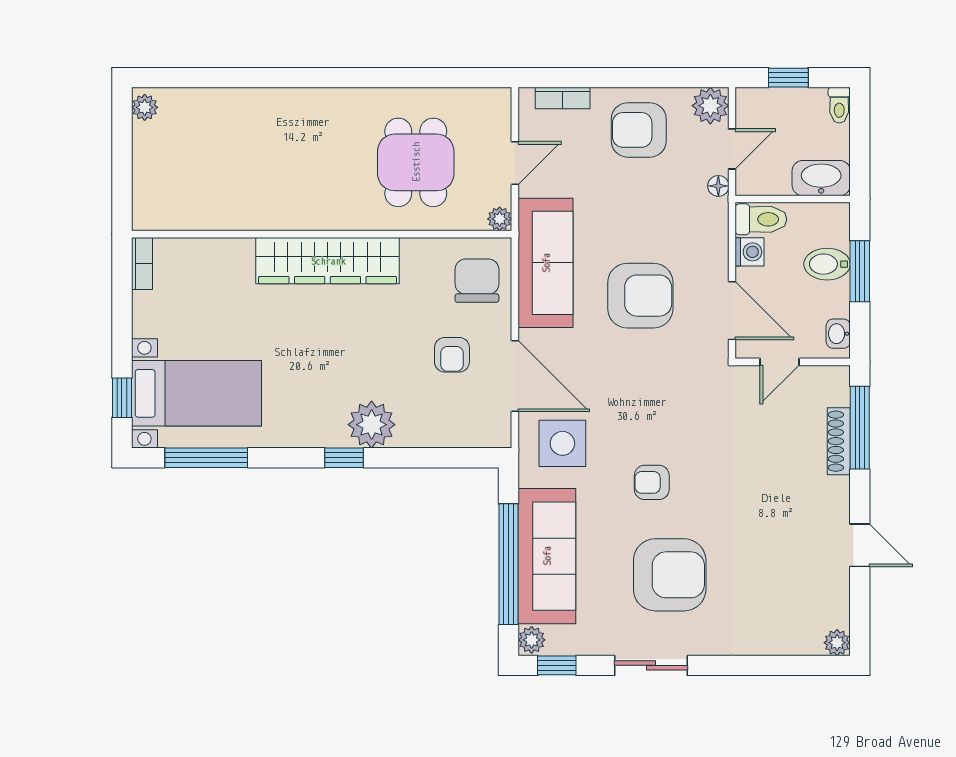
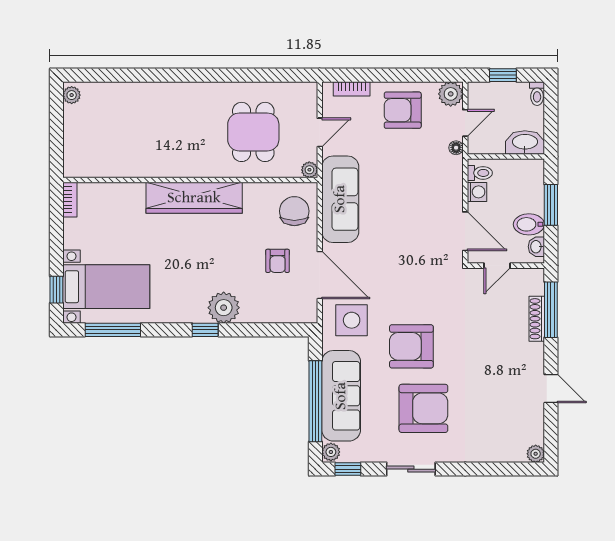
toilet: (761, 219) -> (480, 173), width x0.73, depth x0.72
bidet: (827, 264) -> (529, 224), moved
armchair: (640, 296) -> (404, 221), removed
armchair: (652, 482) -> (411, 346), width x1.88, depth x1.88

